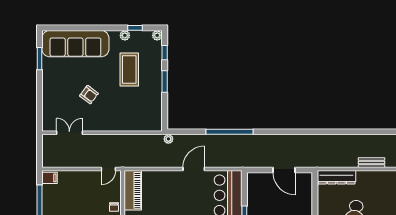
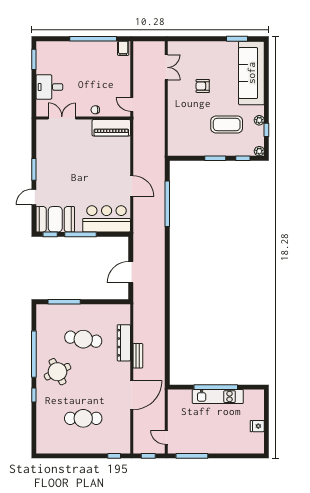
armchair: (89, 95) -> (203, 86), turned 53
window: (229, 132) -> (167, 204), moved
plant: (168, 139) -> (160, 162), removed
dresser: (336, 177) -> (124, 343), moved

